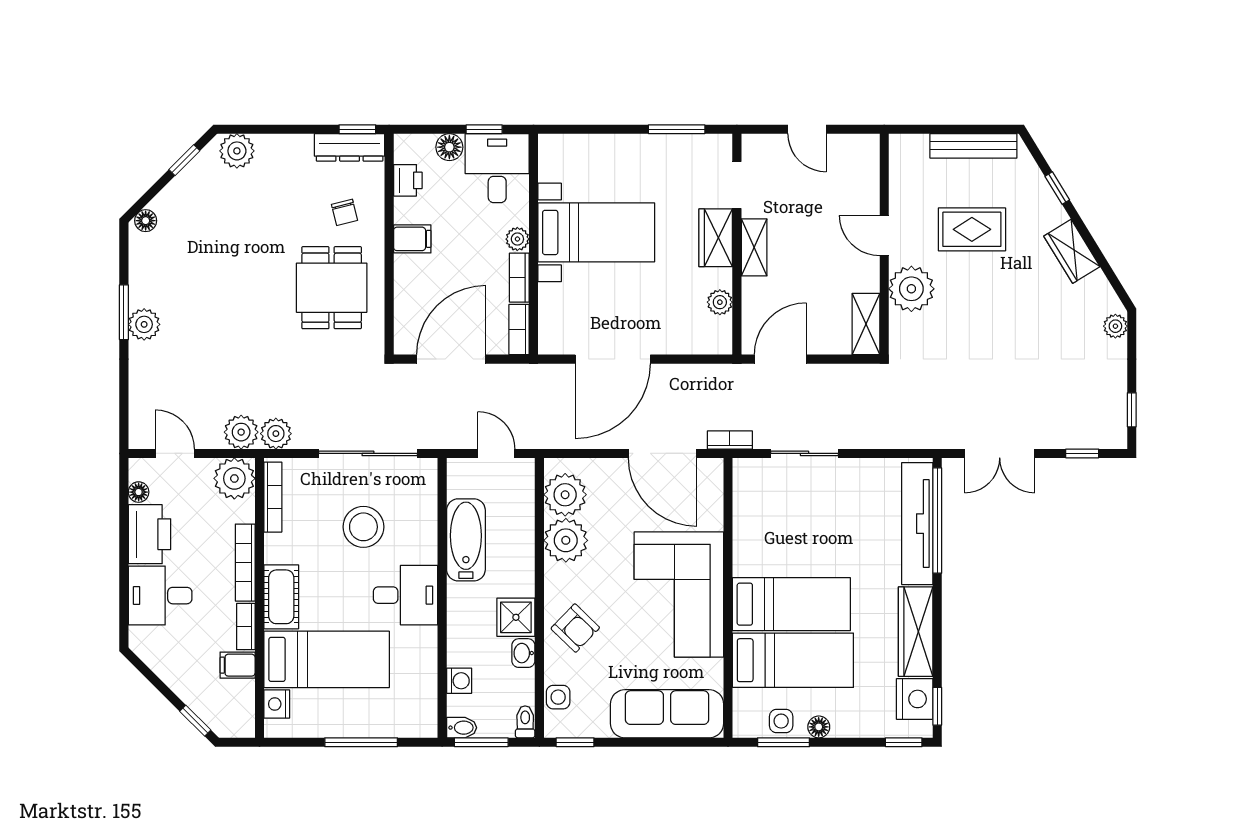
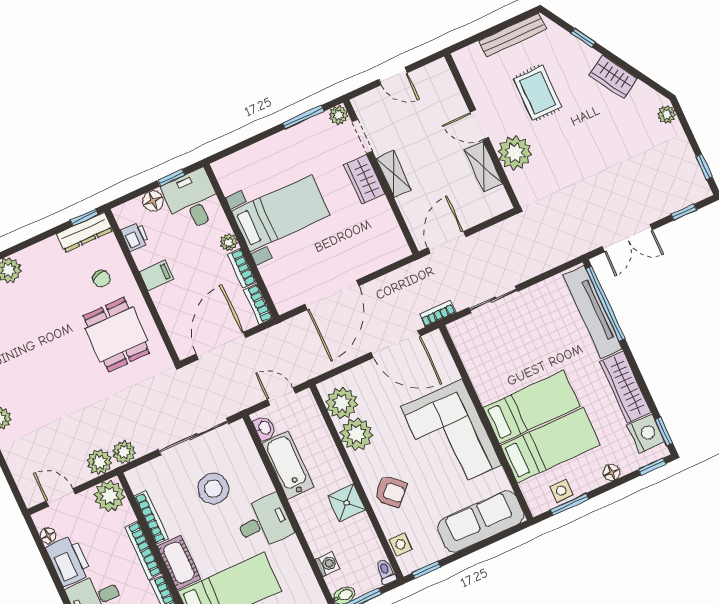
rug: (972, 229) -> (538, 93), turned 90
plant: (720, 302) -> (338, 115), moved
shelving: (866, 324) -> (483, 167), moved
bookcase: (273, 497) -> (151, 518), moved
washbasin: (523, 653) -> (264, 428), moved, turned 180
floor lamp: (819, 727) -> (612, 472), moved

